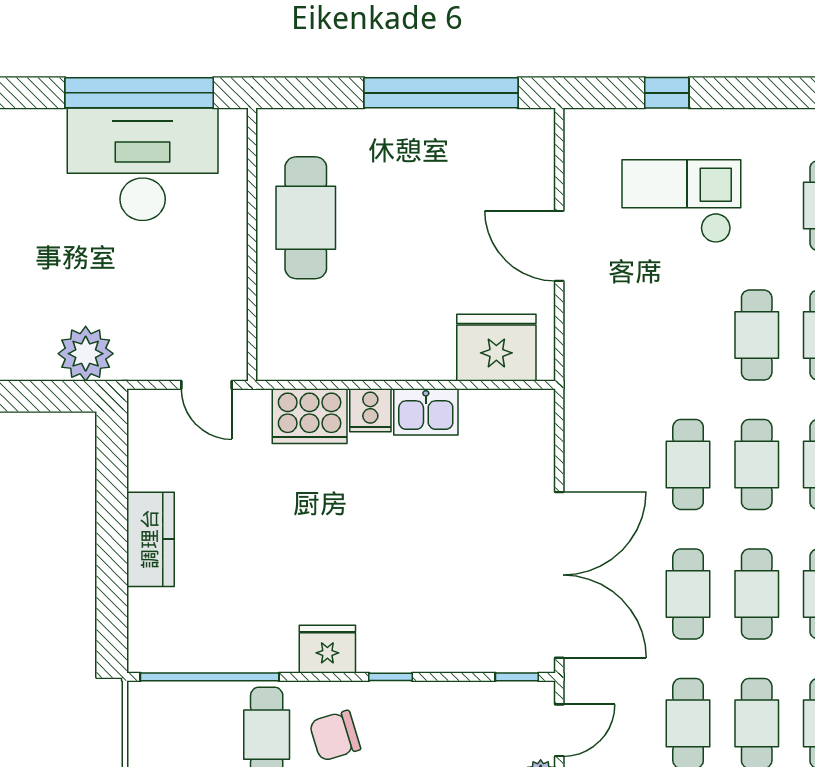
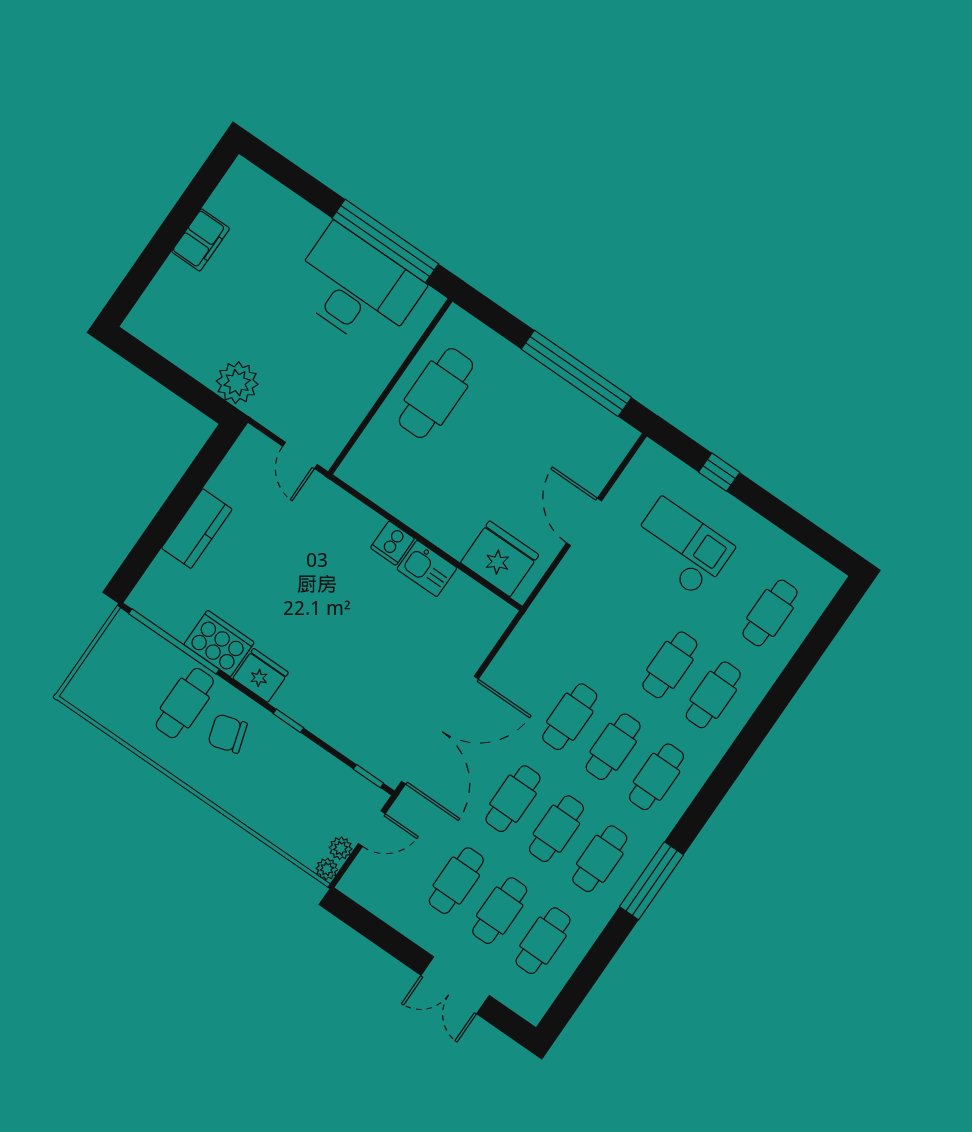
cooker: (310, 416) -> (219, 643), moved, turned 180

